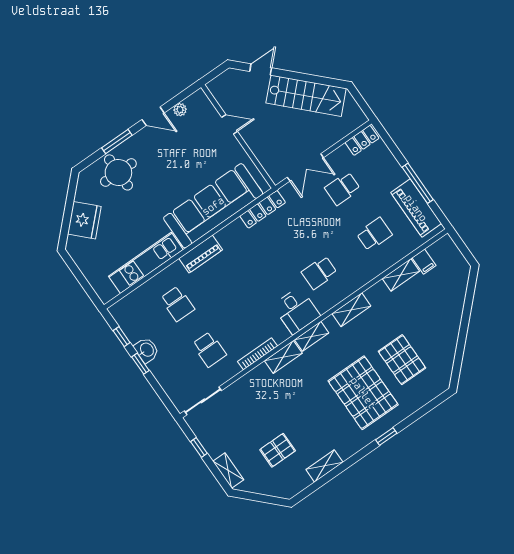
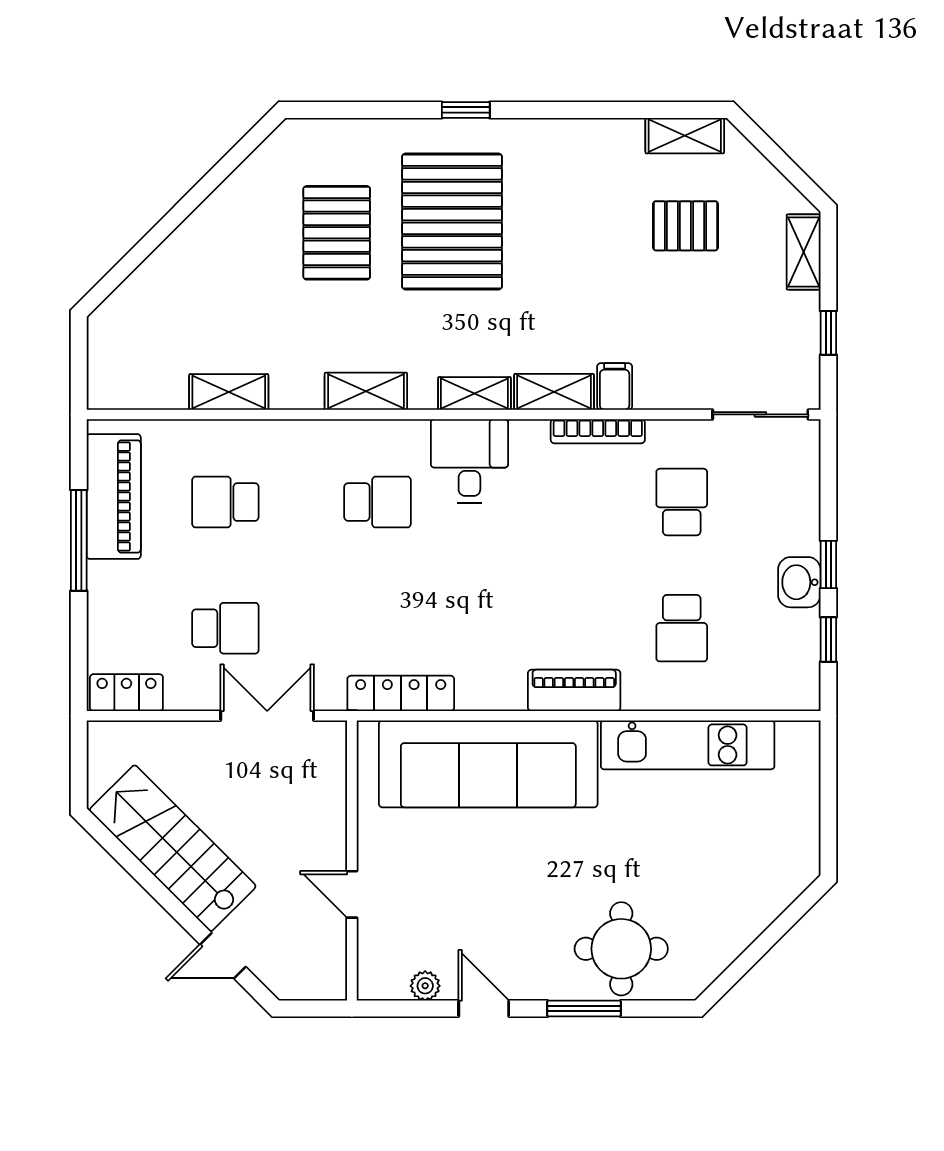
fridge: (84, 220) -> (746, 904), removed
filing cabinet: (424, 262) -> (615, 386), moved
school desk: (177, 304) -> (682, 628), turned 180
shelving: (324, 466) -> (685, 136), moved

